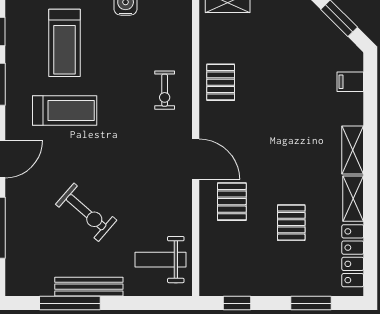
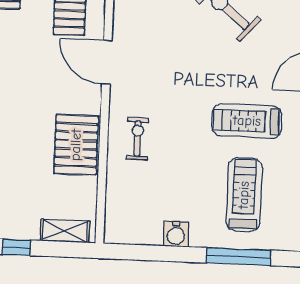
pallet: (221, 82) -> (76, 145), width x1.50, depth x1.42

